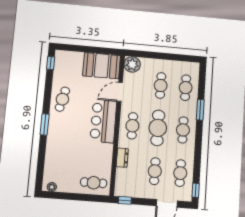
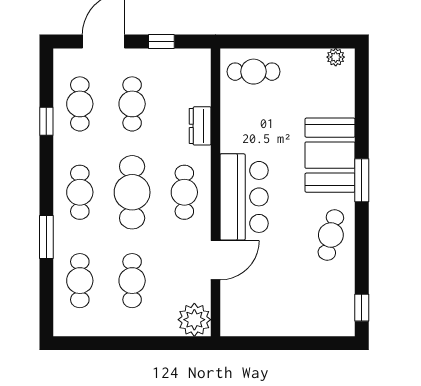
booth: (102, 66) -> (330, 155), moved, turned 90
window: (196, 190) -> (46, 121), moved
window: (125, 200) -> (161, 41), moved

